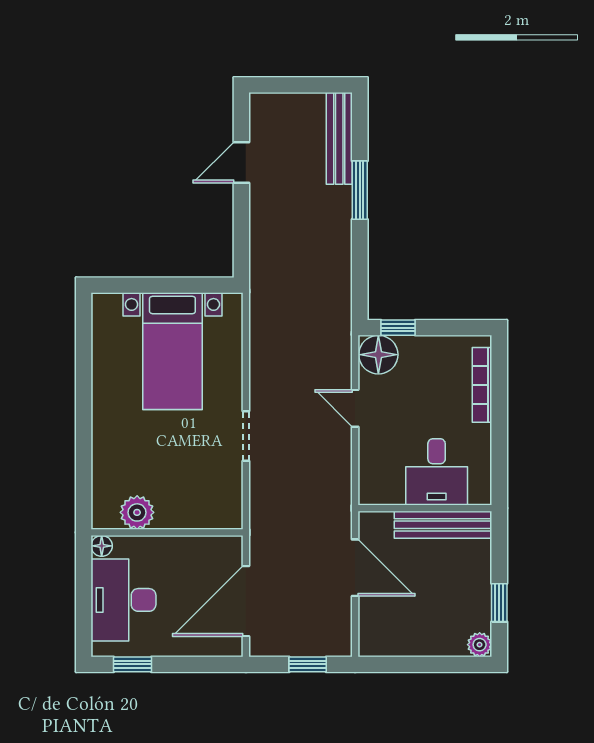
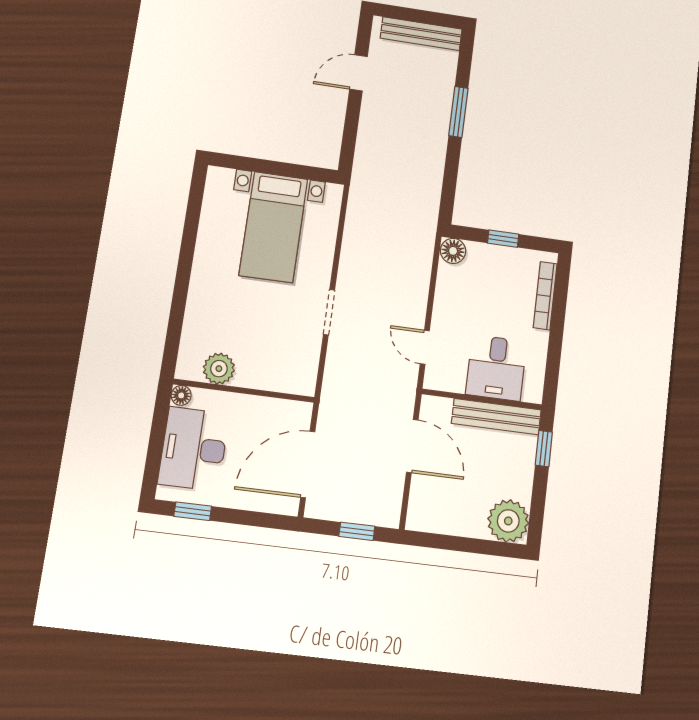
bench: (339, 138) -> (421, 34), moved, turned 90
window: (398, 328) -> (503, 239), moved
floor lamp: (378, 355) -> (453, 251), width x0.73, depth x0.73
door: (355, 408) -> (425, 347), moved
window: (499, 603) -> (544, 449), moved
plant: (480, 645) -> (508, 521), width x1.88, depth x1.88

